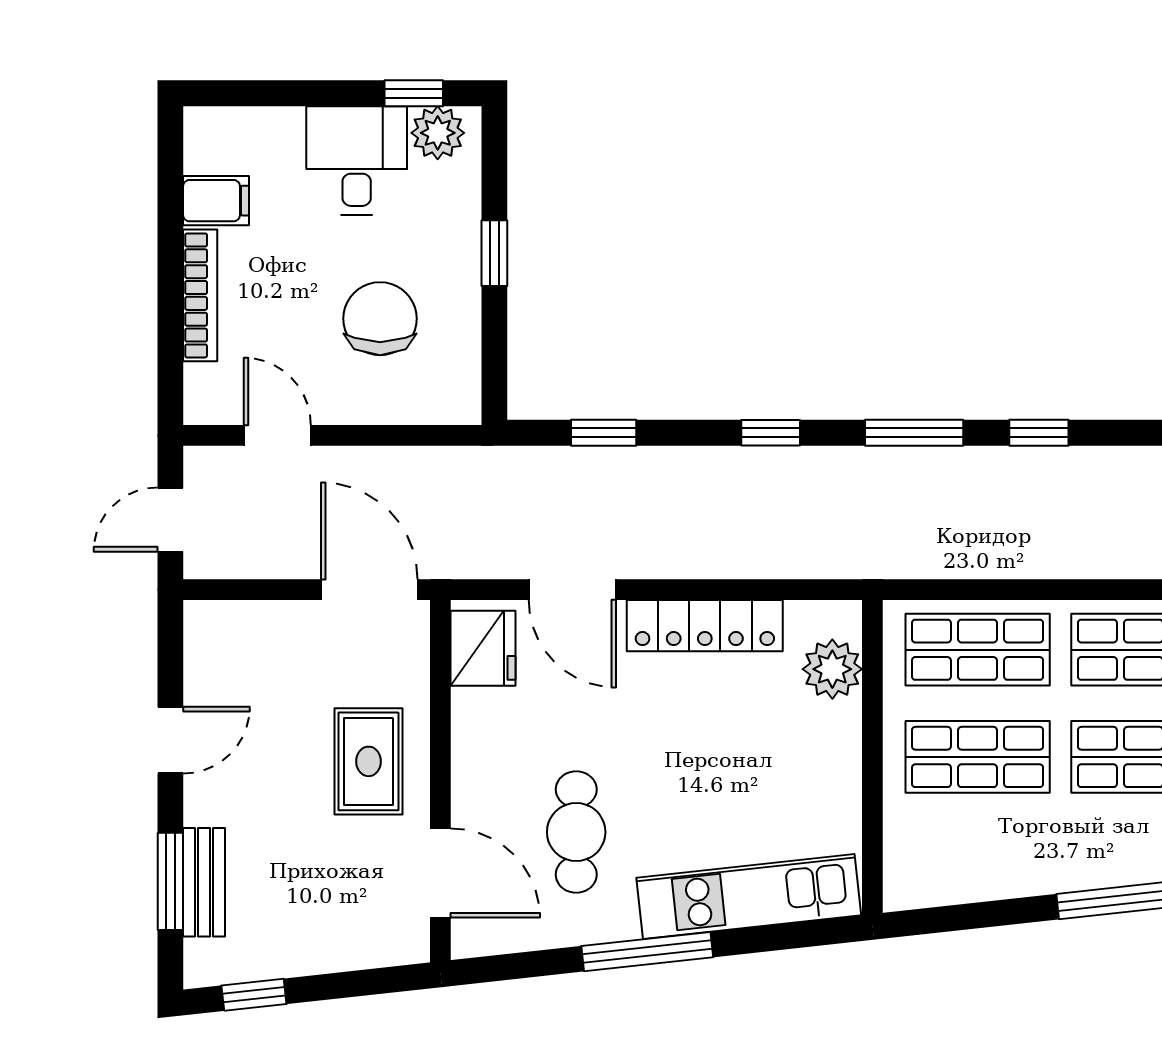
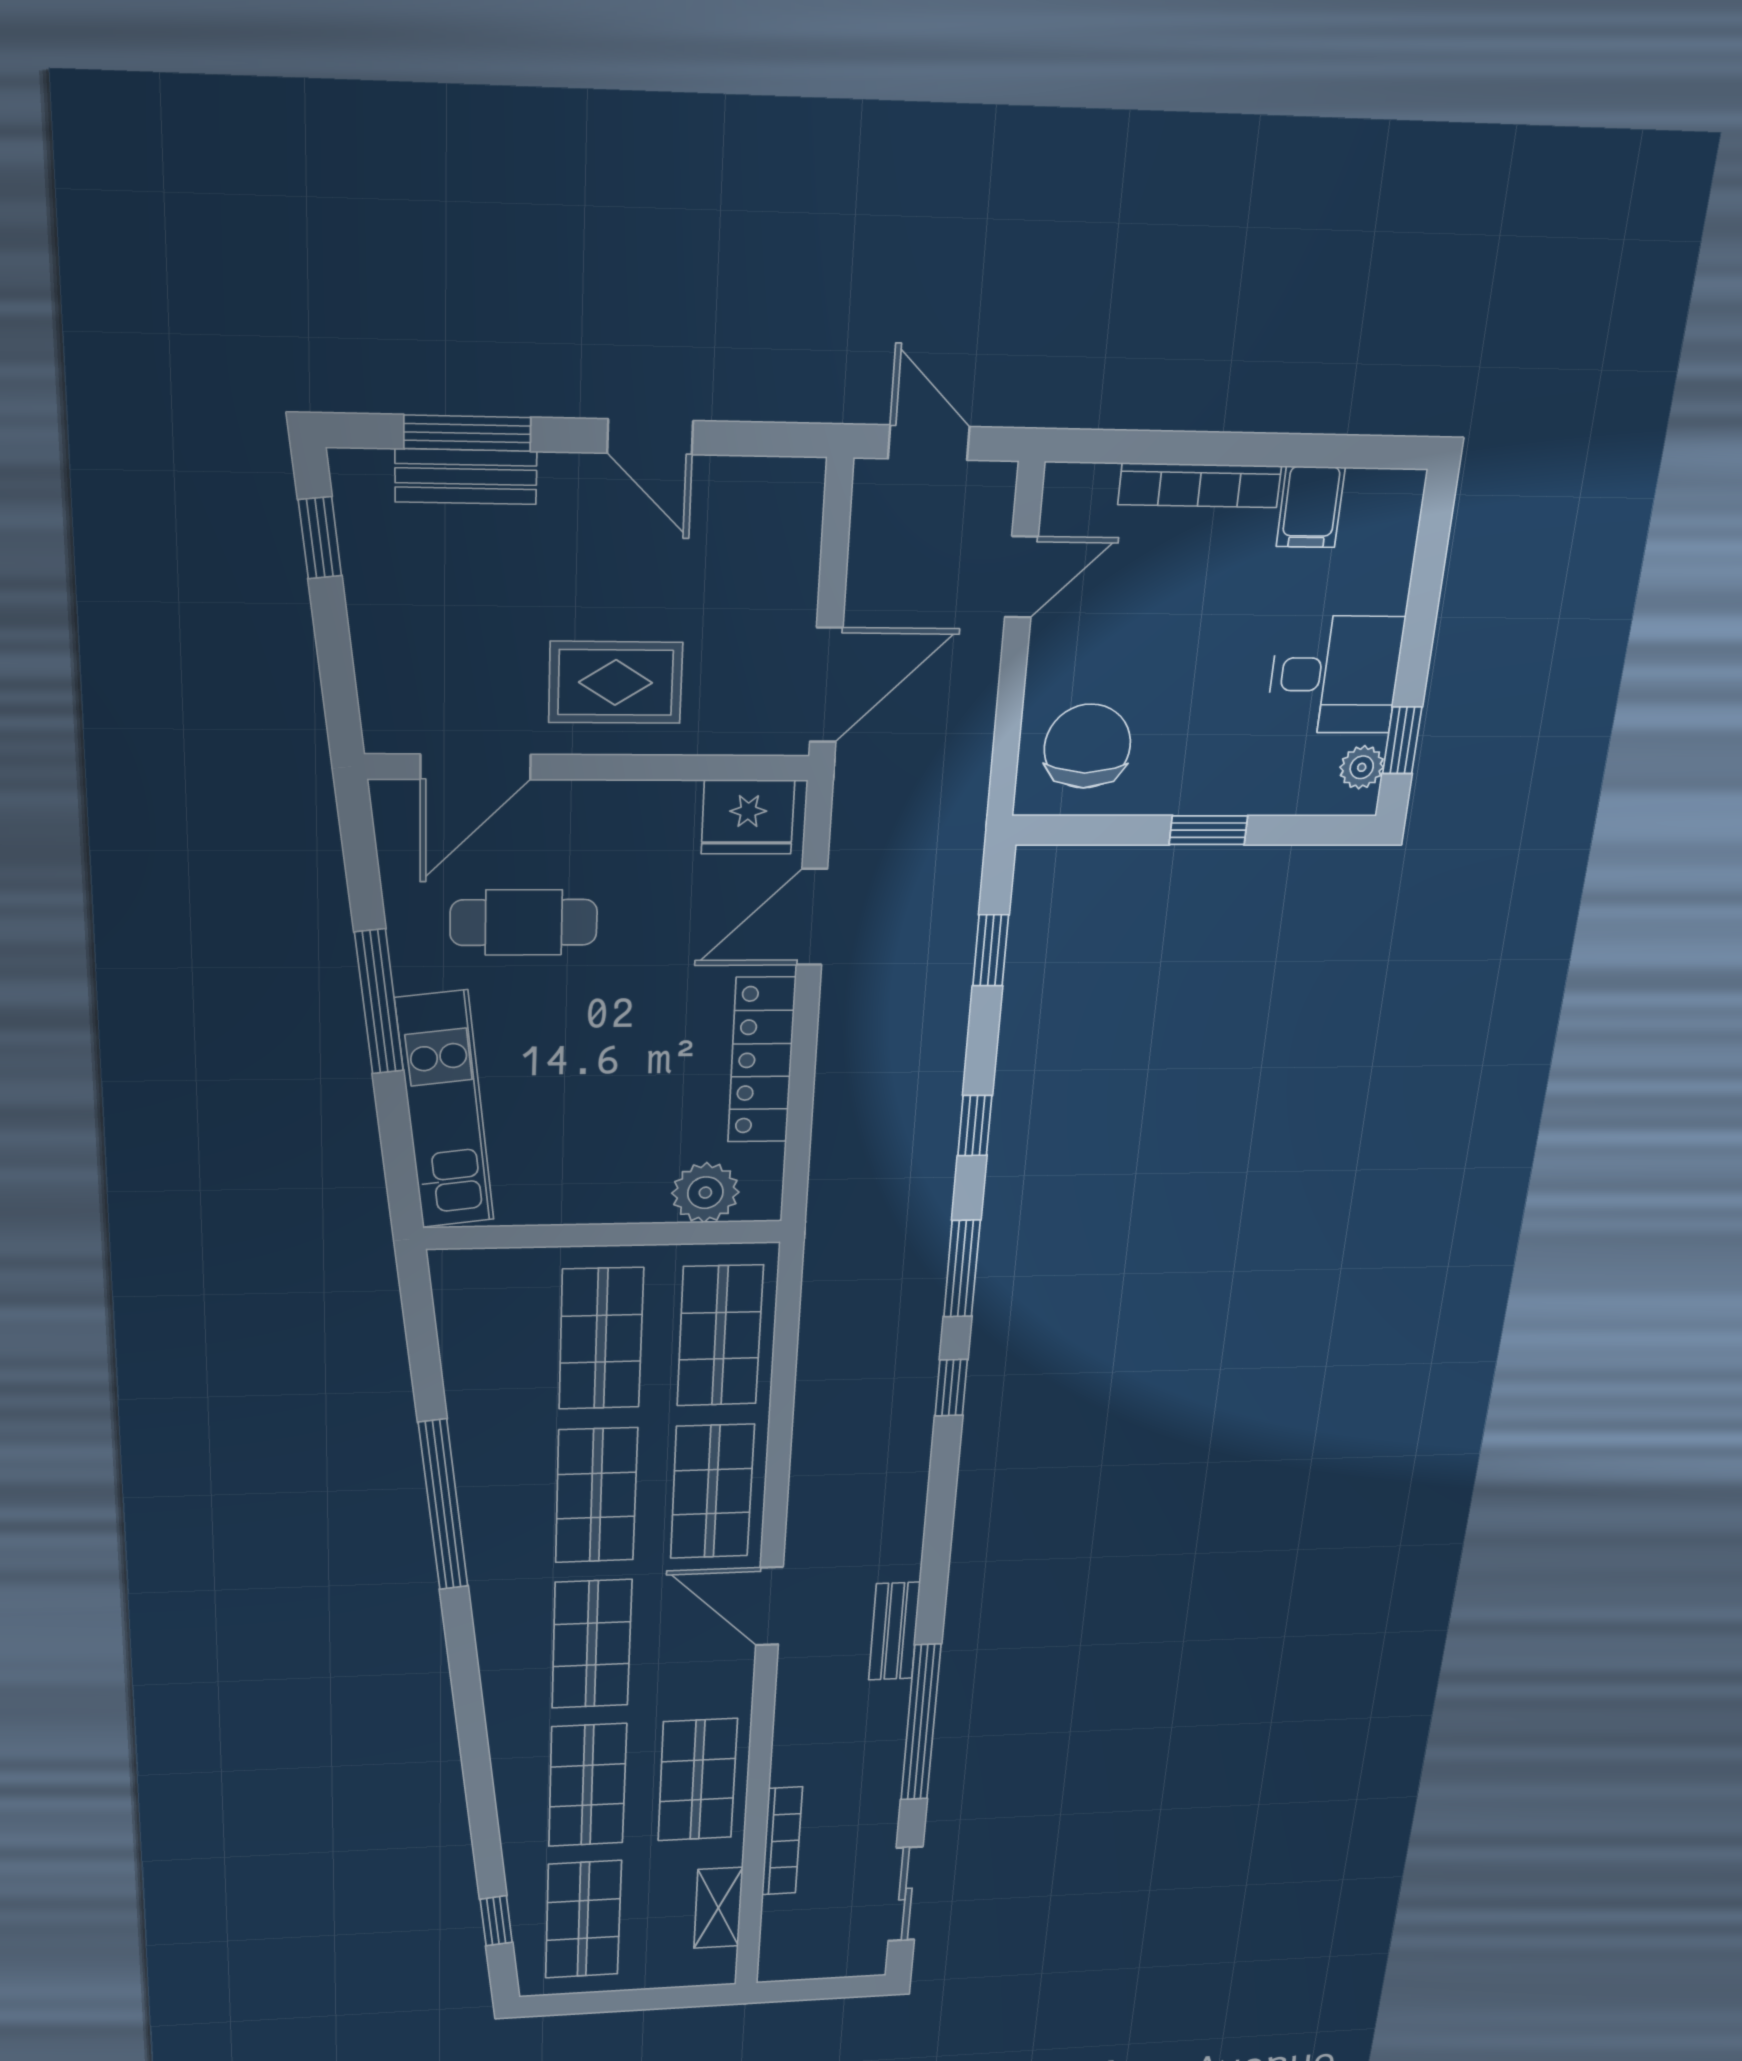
plant: (438, 133) -> (1362, 767), width x0.73, depth x0.73
chair: (380, 319) -> (1087, 746), moved, turned -90

